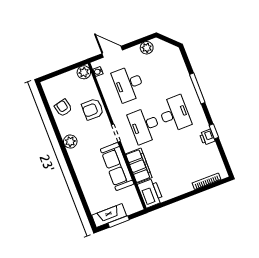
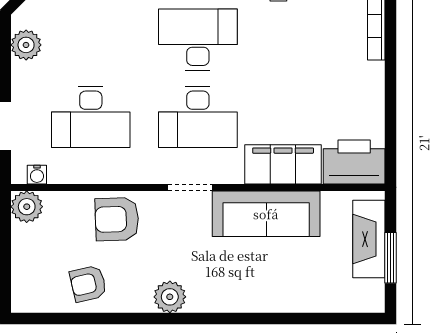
armchair: (93, 109) -> (117, 219), turned 88
fireplace: (109, 216) -> (369, 239), moved

